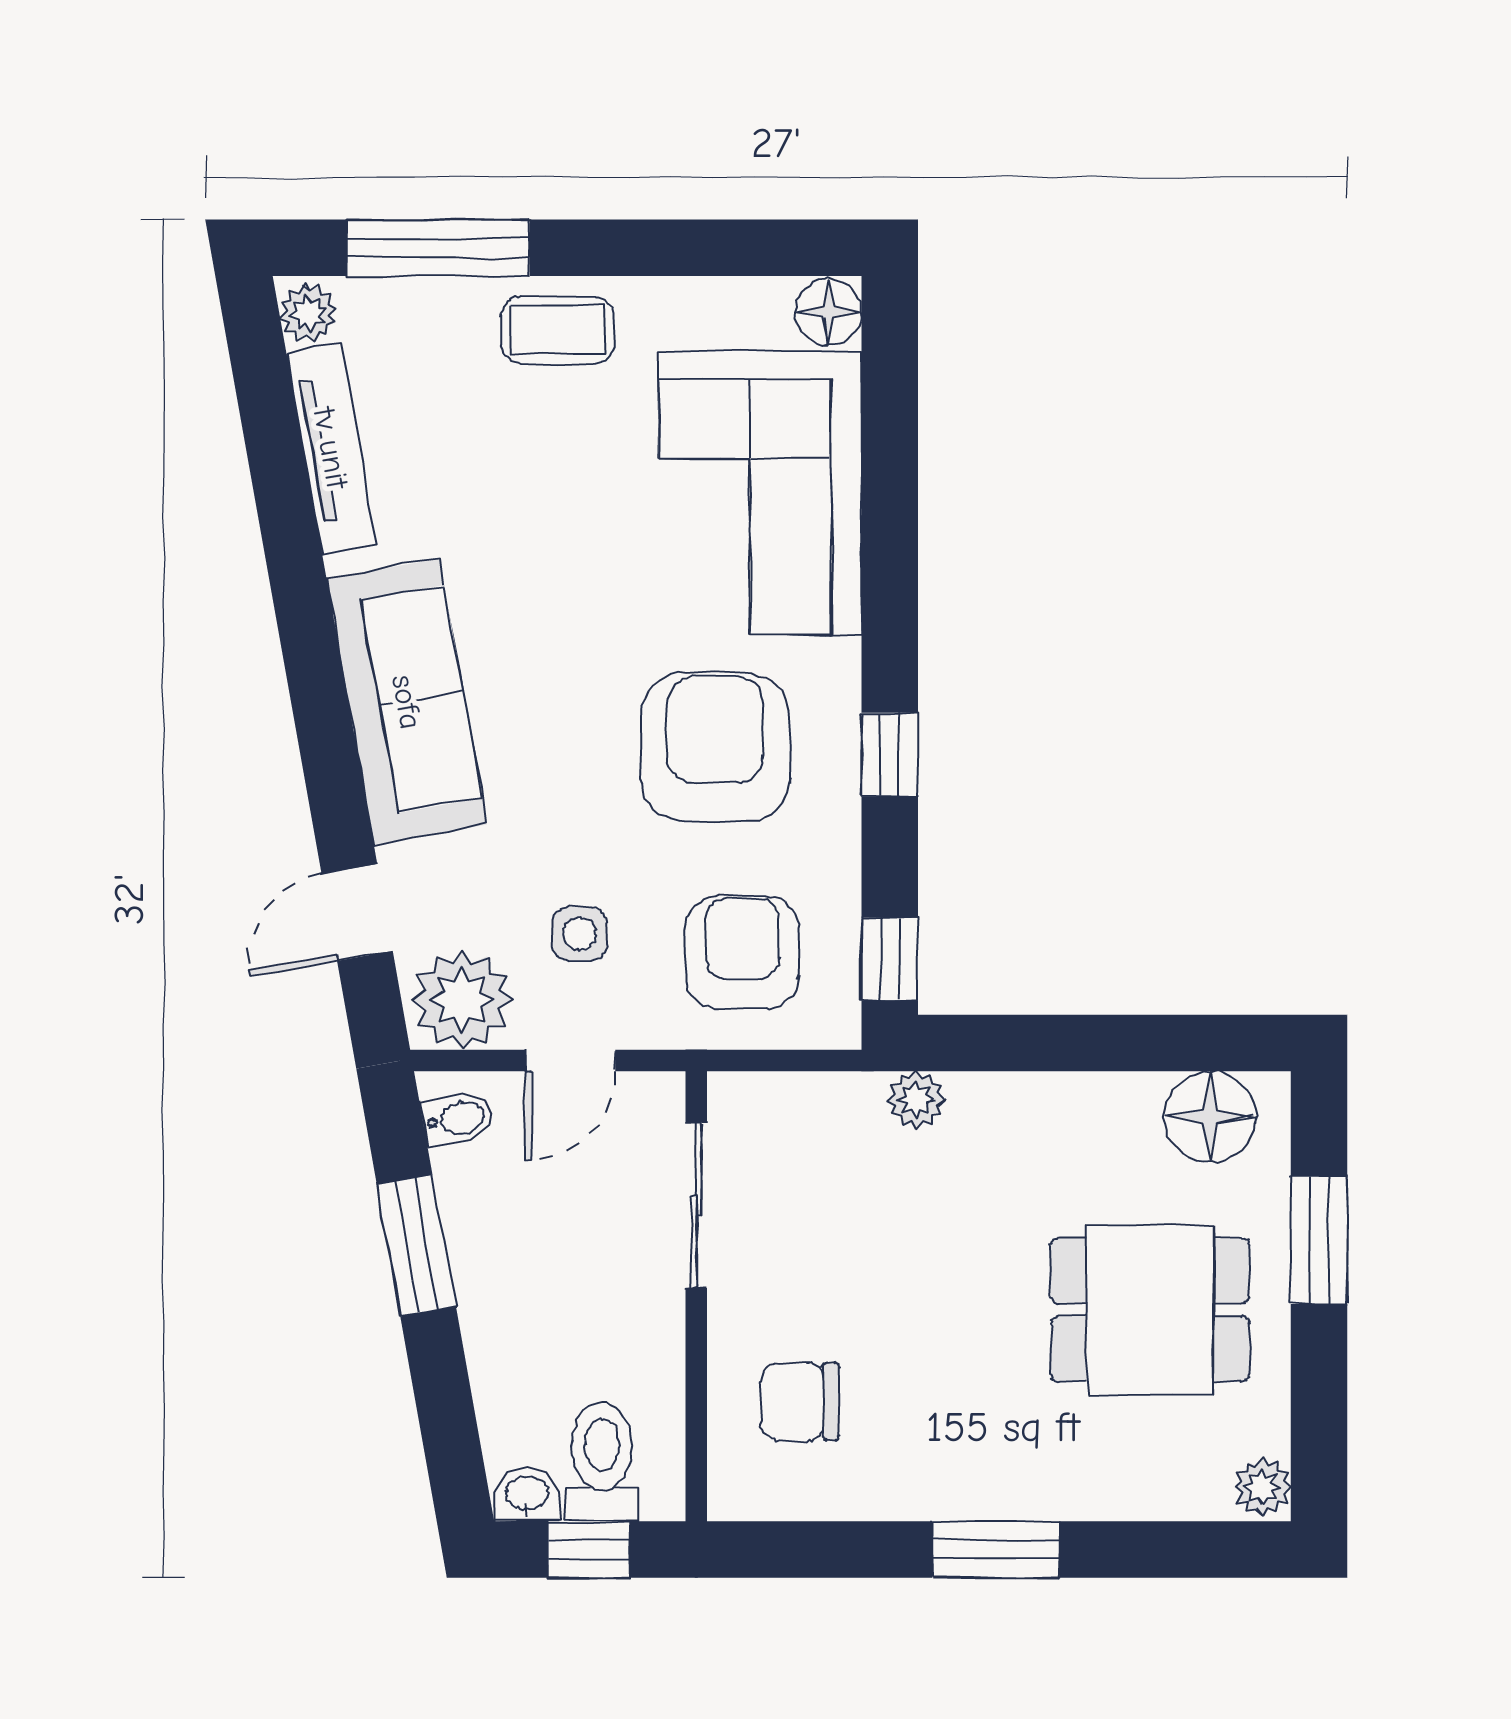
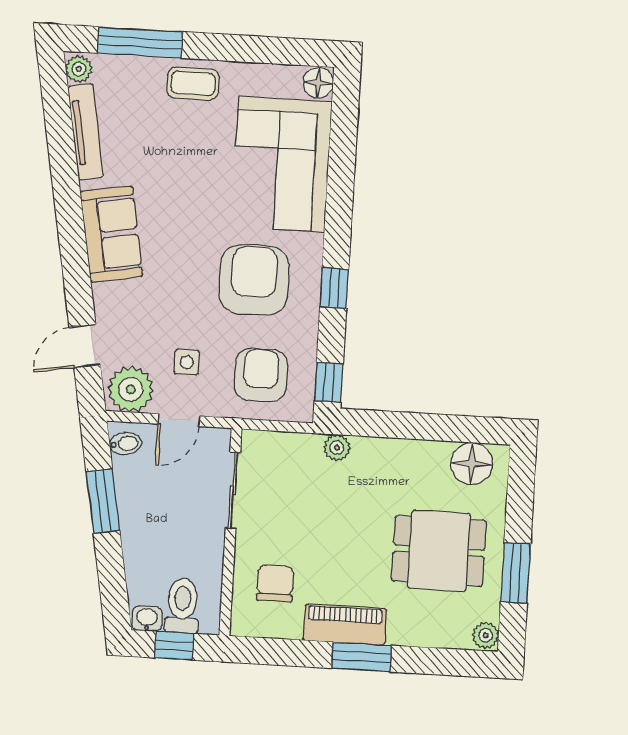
sofa: (407, 702) -> (111, 234), width x0.73
window: (1319, 1240) -> (516, 573), moved
chair: (800, 1402) -> (275, 584), turned 90
piano: (956, 1482) -> (345, 625), added

